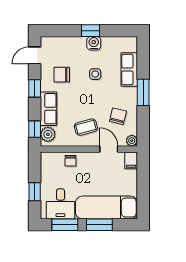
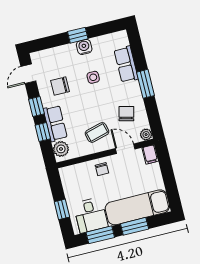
window: (35, 129) -> (43, 132), moved
chair: (71, 161) -> (102, 169), moved

